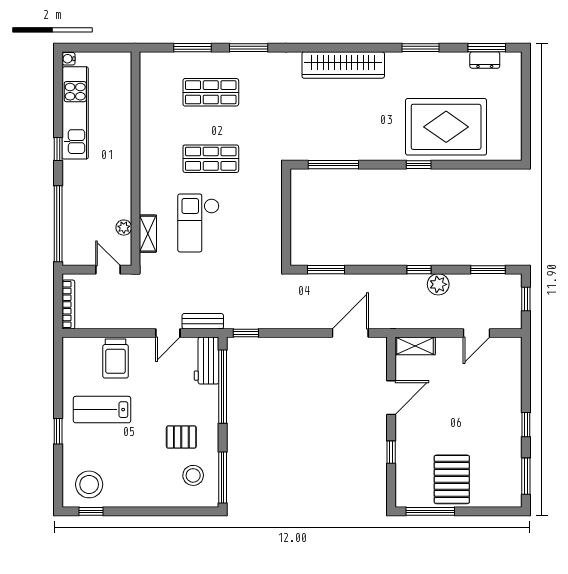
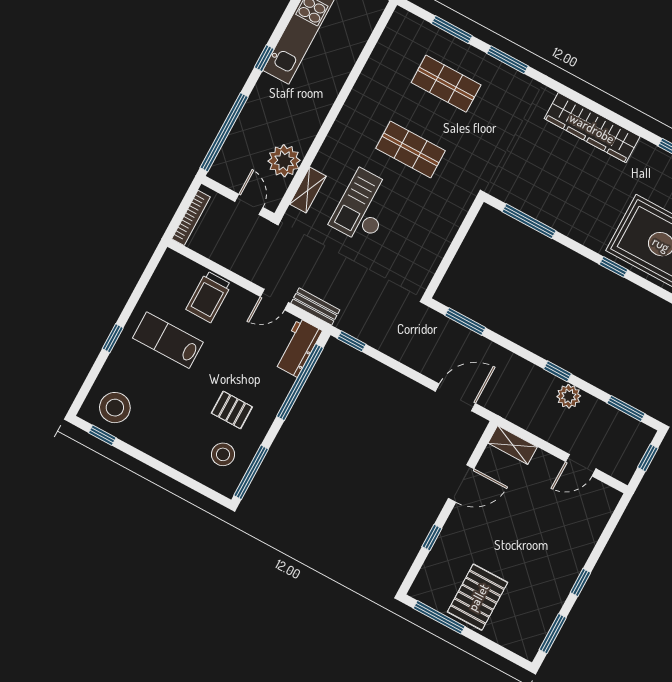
plant: (124, 228) -> (284, 161), width x1.88, depth x1.88

